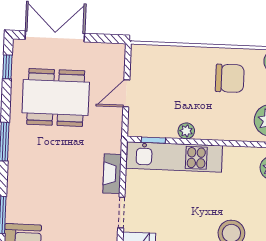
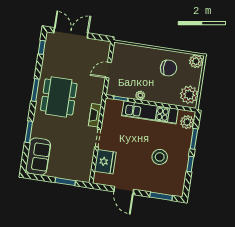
dining table: (56, 97) -> (59, 97), moved, turned 90
kitchen unit: (174, 157) -> (150, 112), moved

